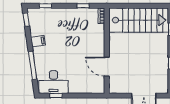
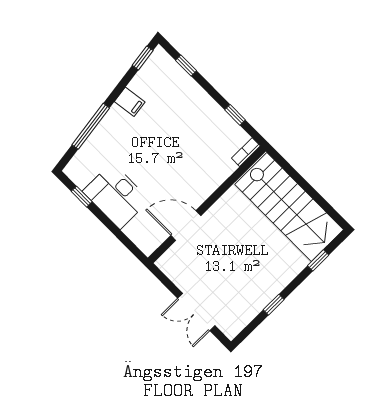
door: (107, 67) -> (186, 226), hinge flipped
desk: (54, 82) -> (116, 196), moved

